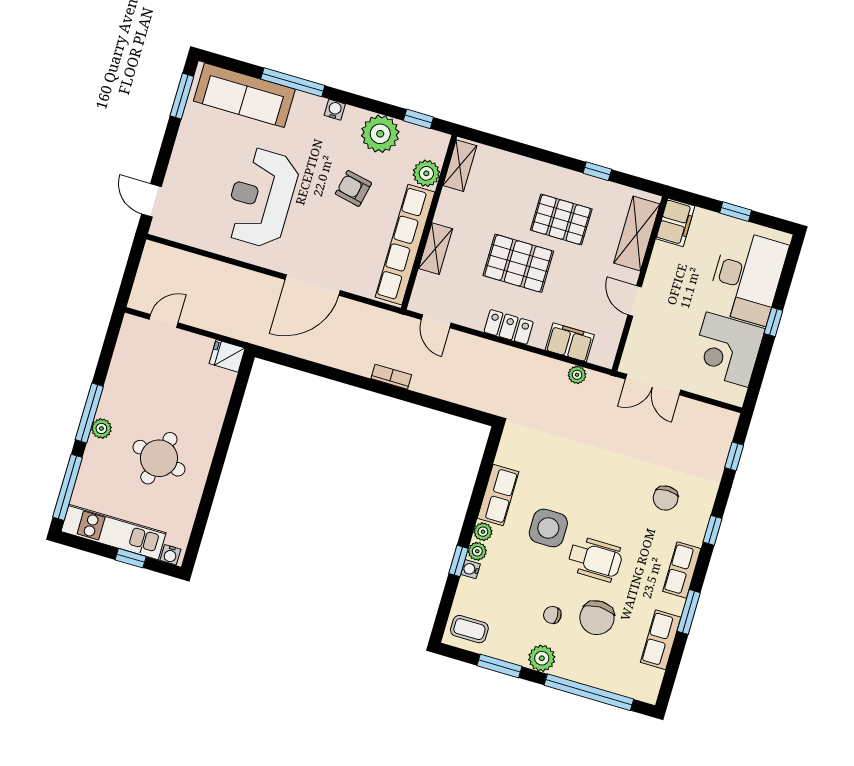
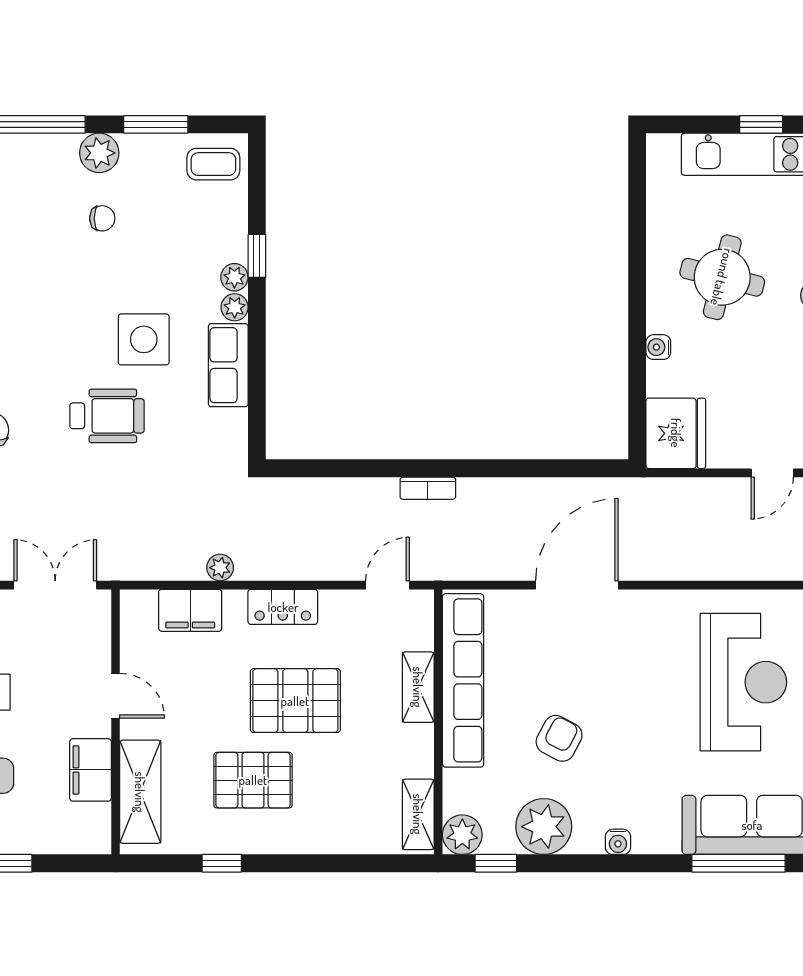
window: (293, 82) -> (739, 863), moved
plant: (426, 173) -> (462, 835), moved
armchair: (353, 188) -> (559, 738), turned -74
reception desk: (261, 198) -> (743, 682), moved
filing cabinet: (675, 222) -> (90, 770), moved
door: (436, 321) -> (387, 585), hinge flipped
fridge: (227, 356) -> (676, 433), width x1.88, depth x1.34
plant: (577, 375) -> (220, 568), moved
water cooler: (170, 555) -> (658, 347), moved, turned -90
window: (131, 558) -> (761, 124), moved
wheelchair: (595, 559) -> (107, 416), moved, turned 180
water cooler: (471, 569) -> (237, 249), removed
chair: (597, 618) -> (38, 233), removed

